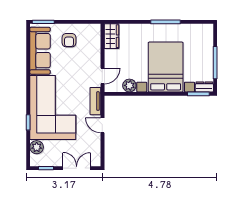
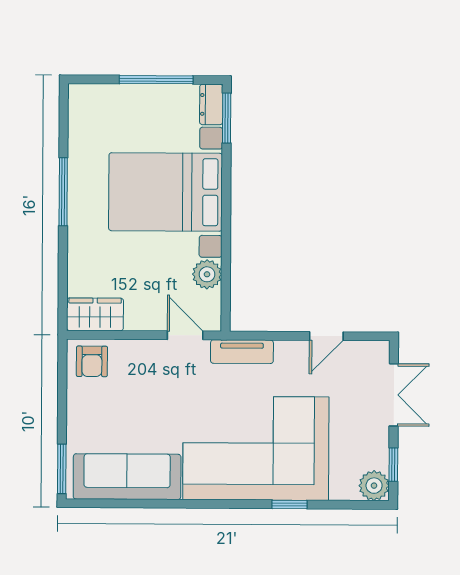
armchair: (69, 40) -> (92, 361), moved, turned 90
door: (102, 125) -> (326, 336), moved
plant: (37, 147) -> (374, 486), moved
double door: (77, 168) -> (394, 395), swing flipped

